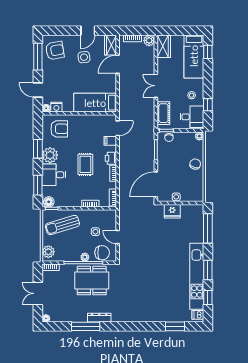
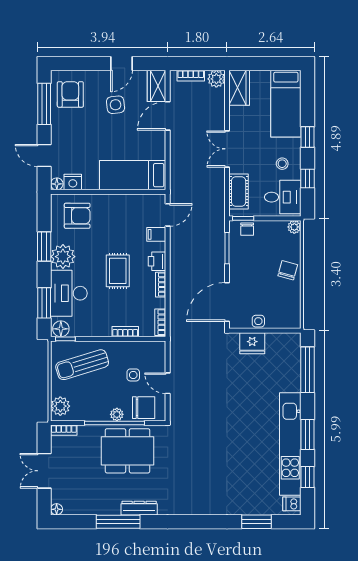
armchair: (55, 51) -> (70, 94), turned -80
window: (208, 52) -> (308, 137), moved
desk: (54, 175) -> (69, 293), width x1.37

